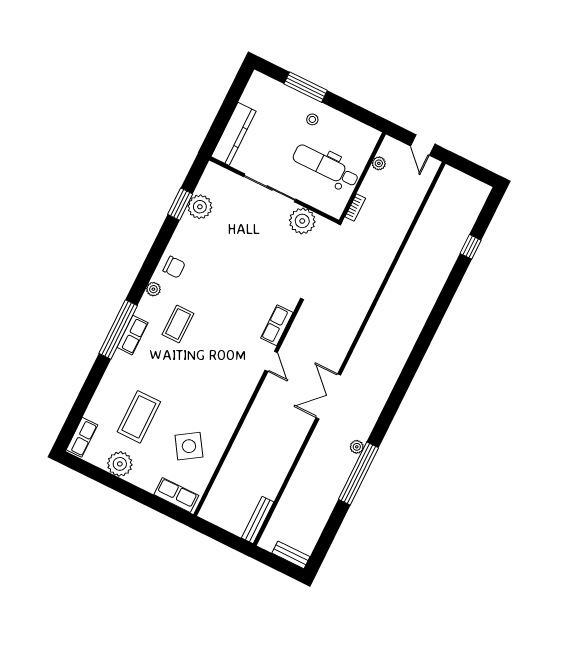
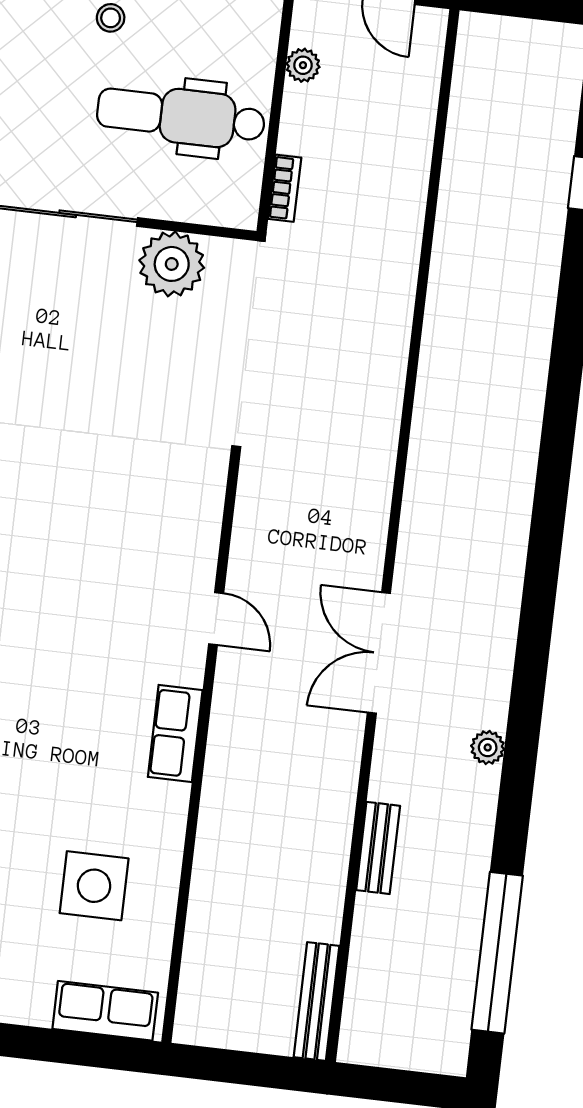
row of seats: (277, 325) -> (175, 733), moved
side table: (189, 446) -> (94, 886), turned 33
window: (359, 473) -> (497, 953), moved
bench: (291, 555) -> (378, 848), moved, turned 90

